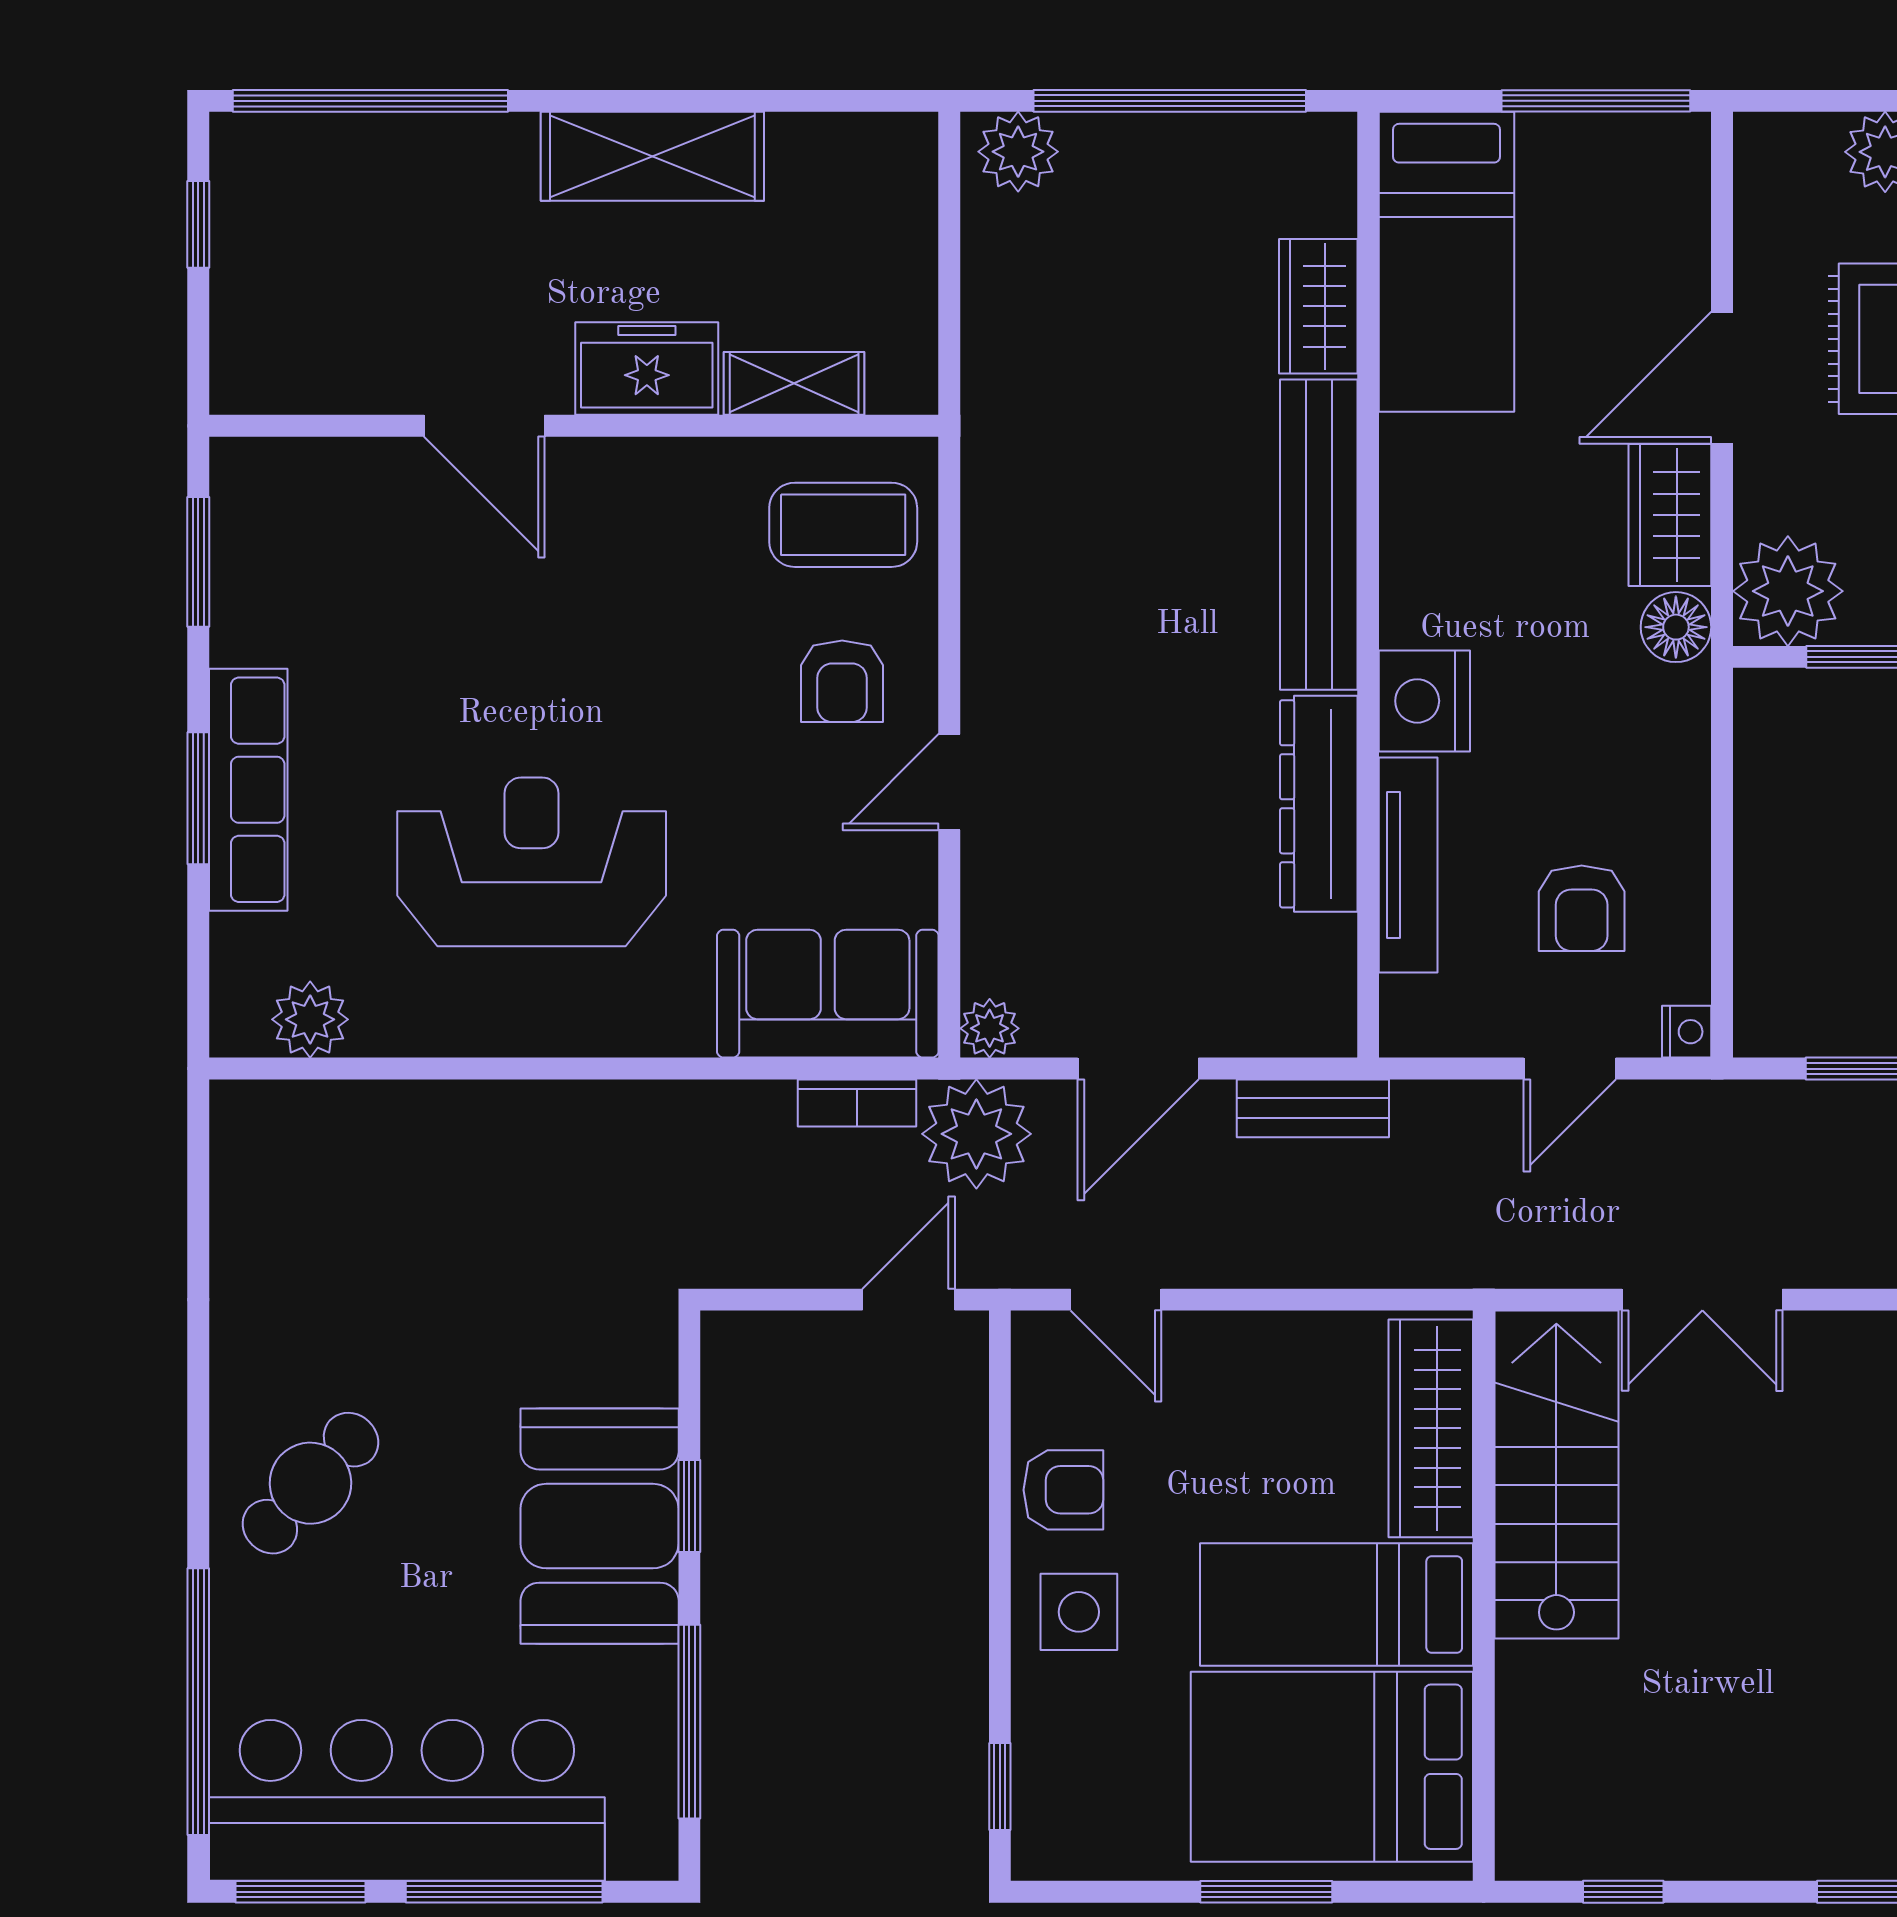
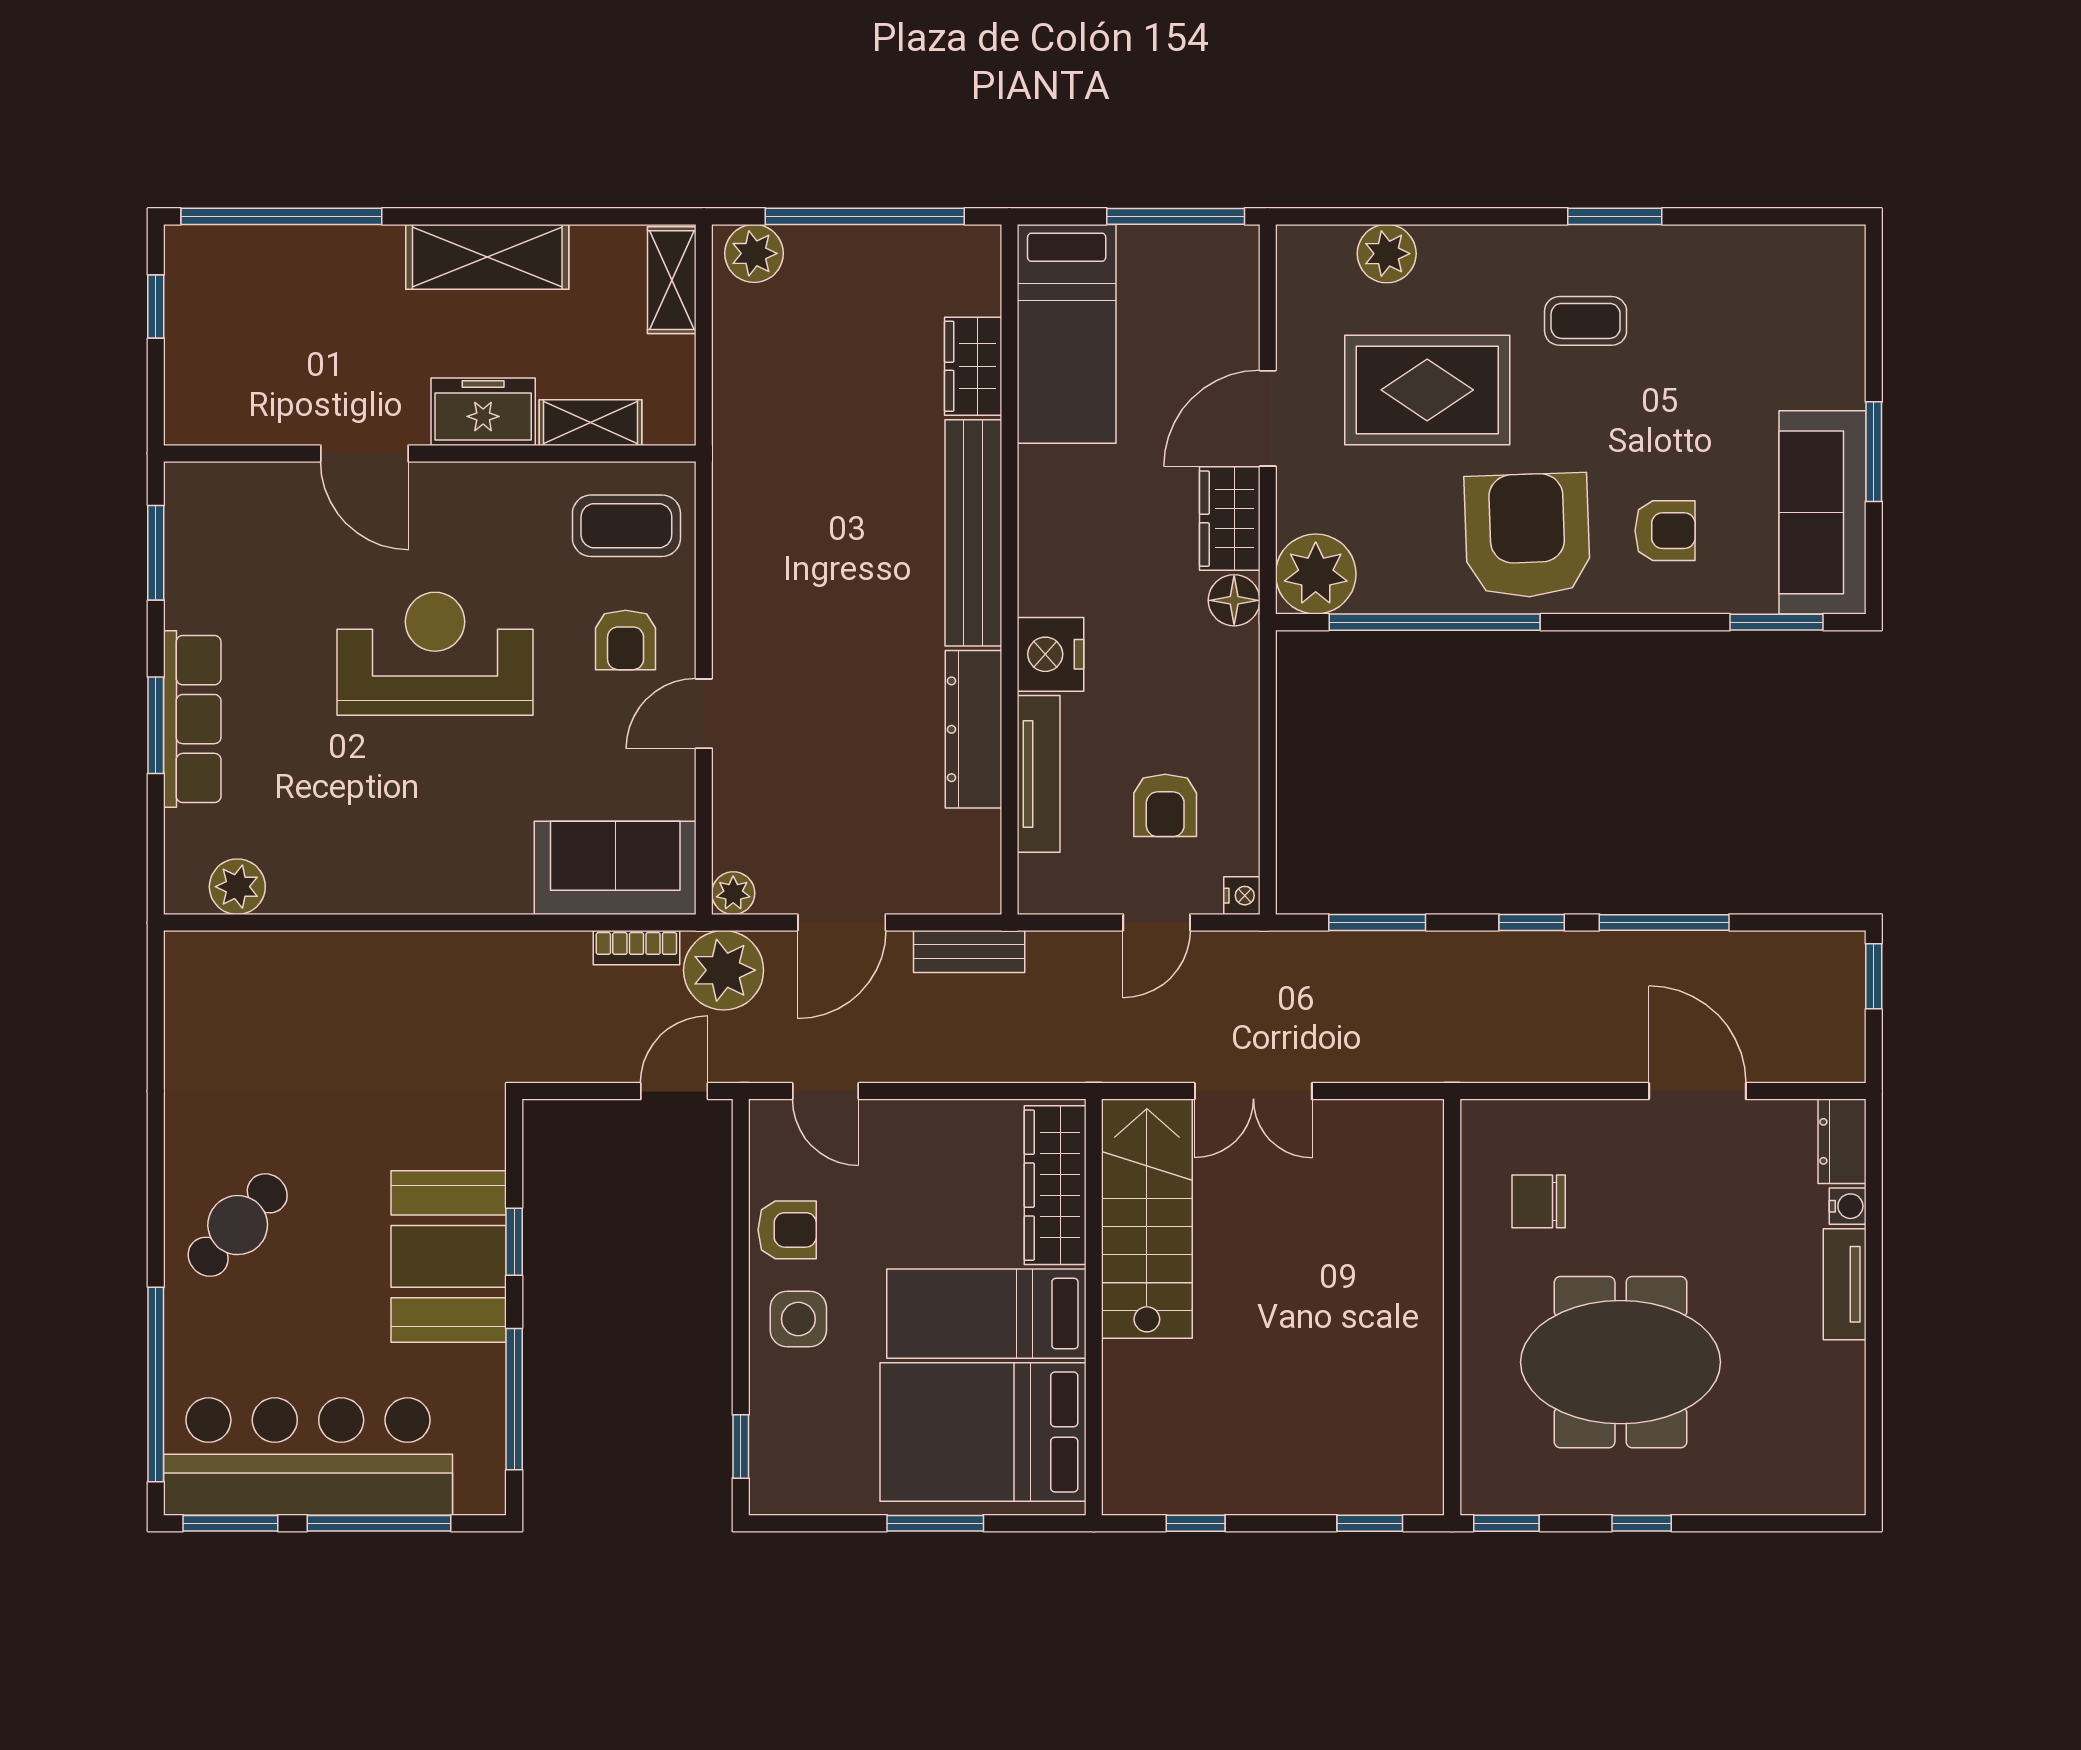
shelving: (905, 188) -> (672, 280), added
reception desk: (532, 862) -> (435, 654), moved

